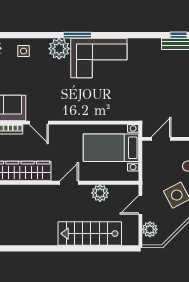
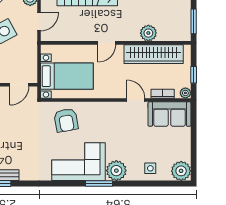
armchair: (112, 101) -> (66, 120), added
plant: (100, 193) -> (148, 33), moved

